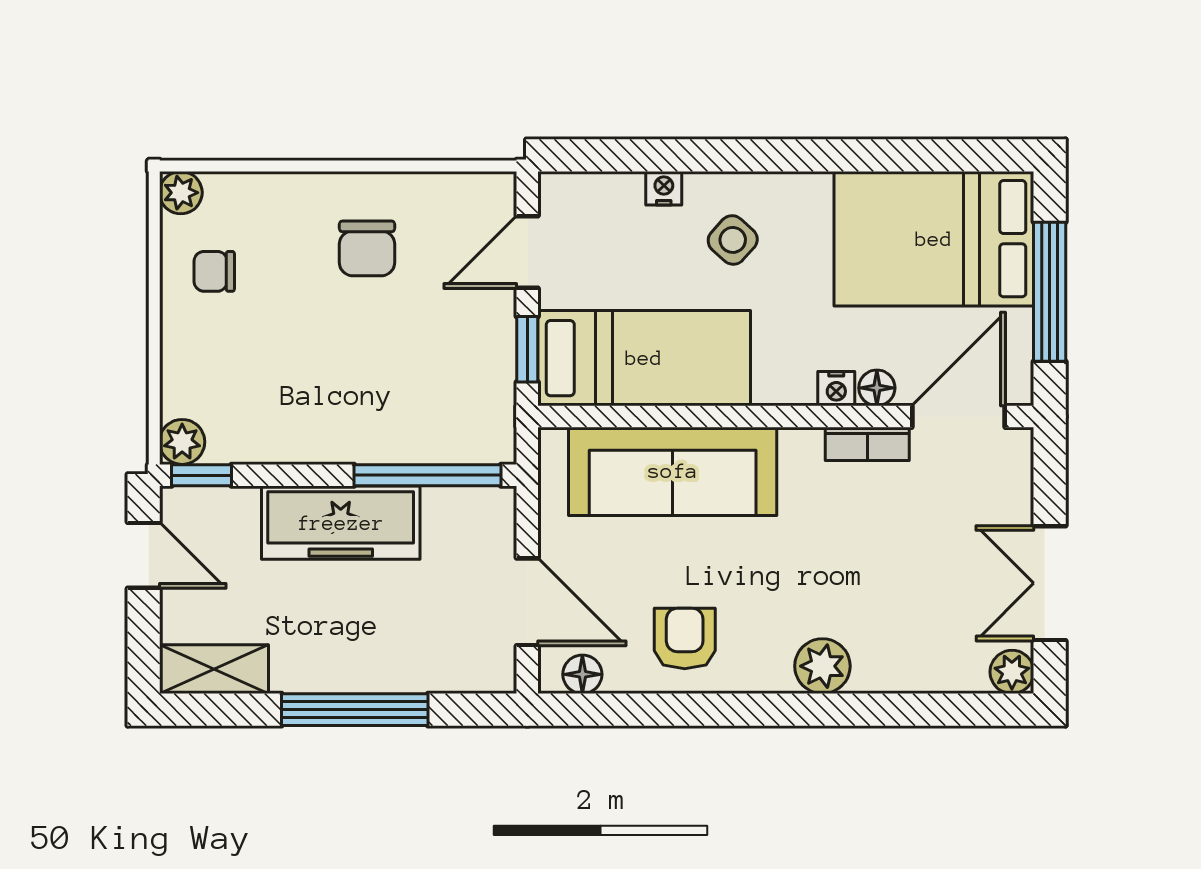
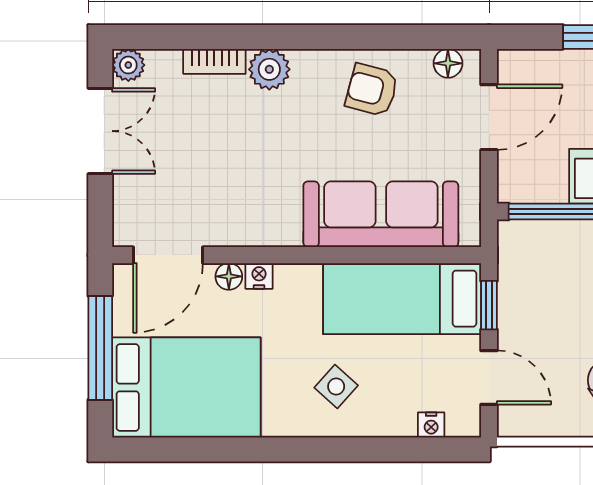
nightstand: (664, 188) -> (431, 425), moved
door: (527, 252) -> (489, 378), hinge flipped
bookcase: (867, 444) -> (214, 61), moved, turned 180
door: (527, 602) -> (489, 117), swing flipped
armchair: (685, 638) -> (372, 90), turned 105

